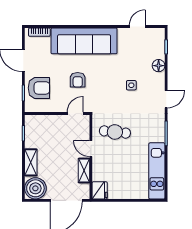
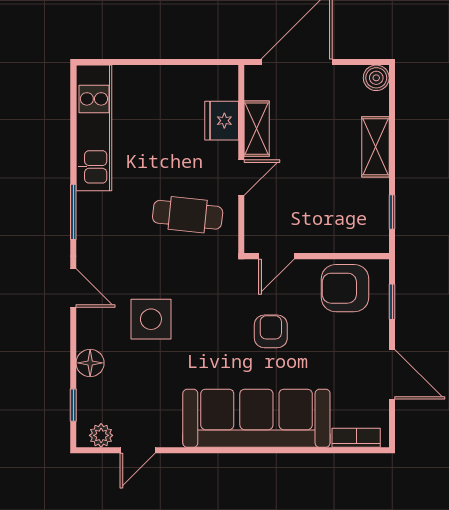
plant: (154, 33) -> (101, 435), added
side table: (131, 85) -> (151, 319), width x1.87, depth x1.87
armchair: (39, 88) -> (345, 288), moved
door: (166, 99) -> (73, 288), swing flipped
door: (91, 149) -> (241, 178), hinge flipped
boiler: (35, 188) -> (376, 78), width x0.54, depth x0.54
fridge: (100, 190) -> (222, 121), moved

